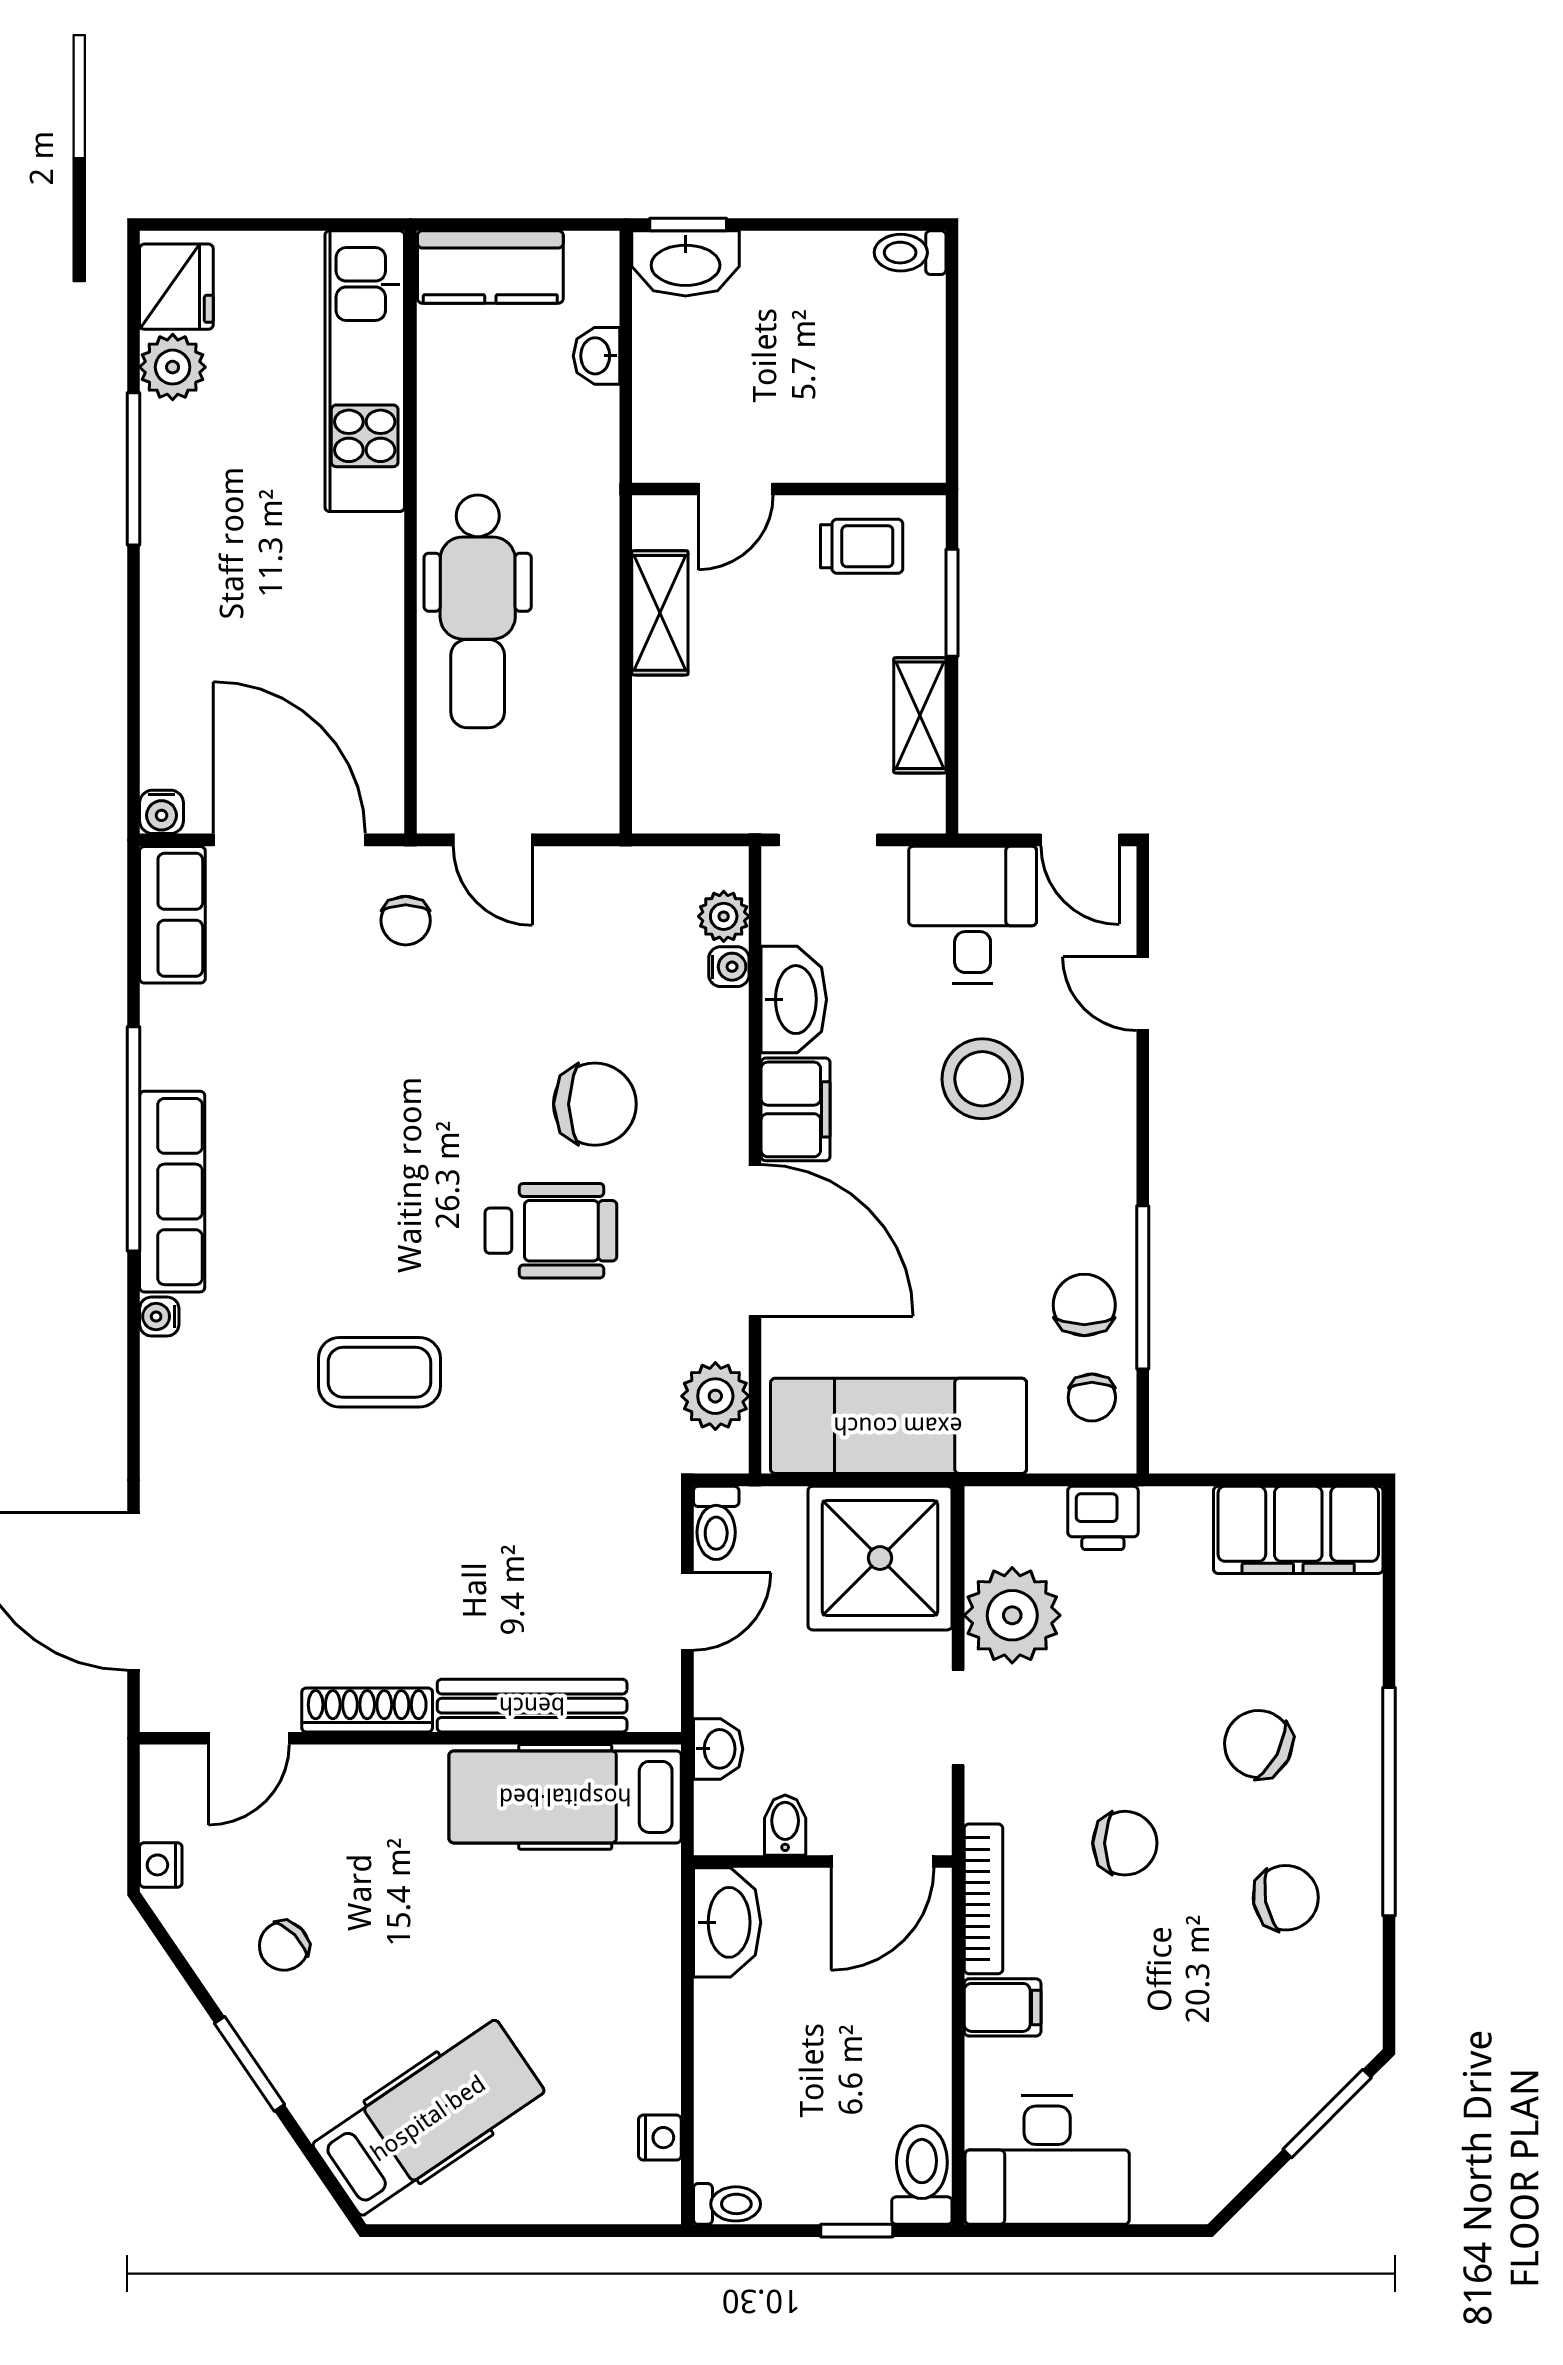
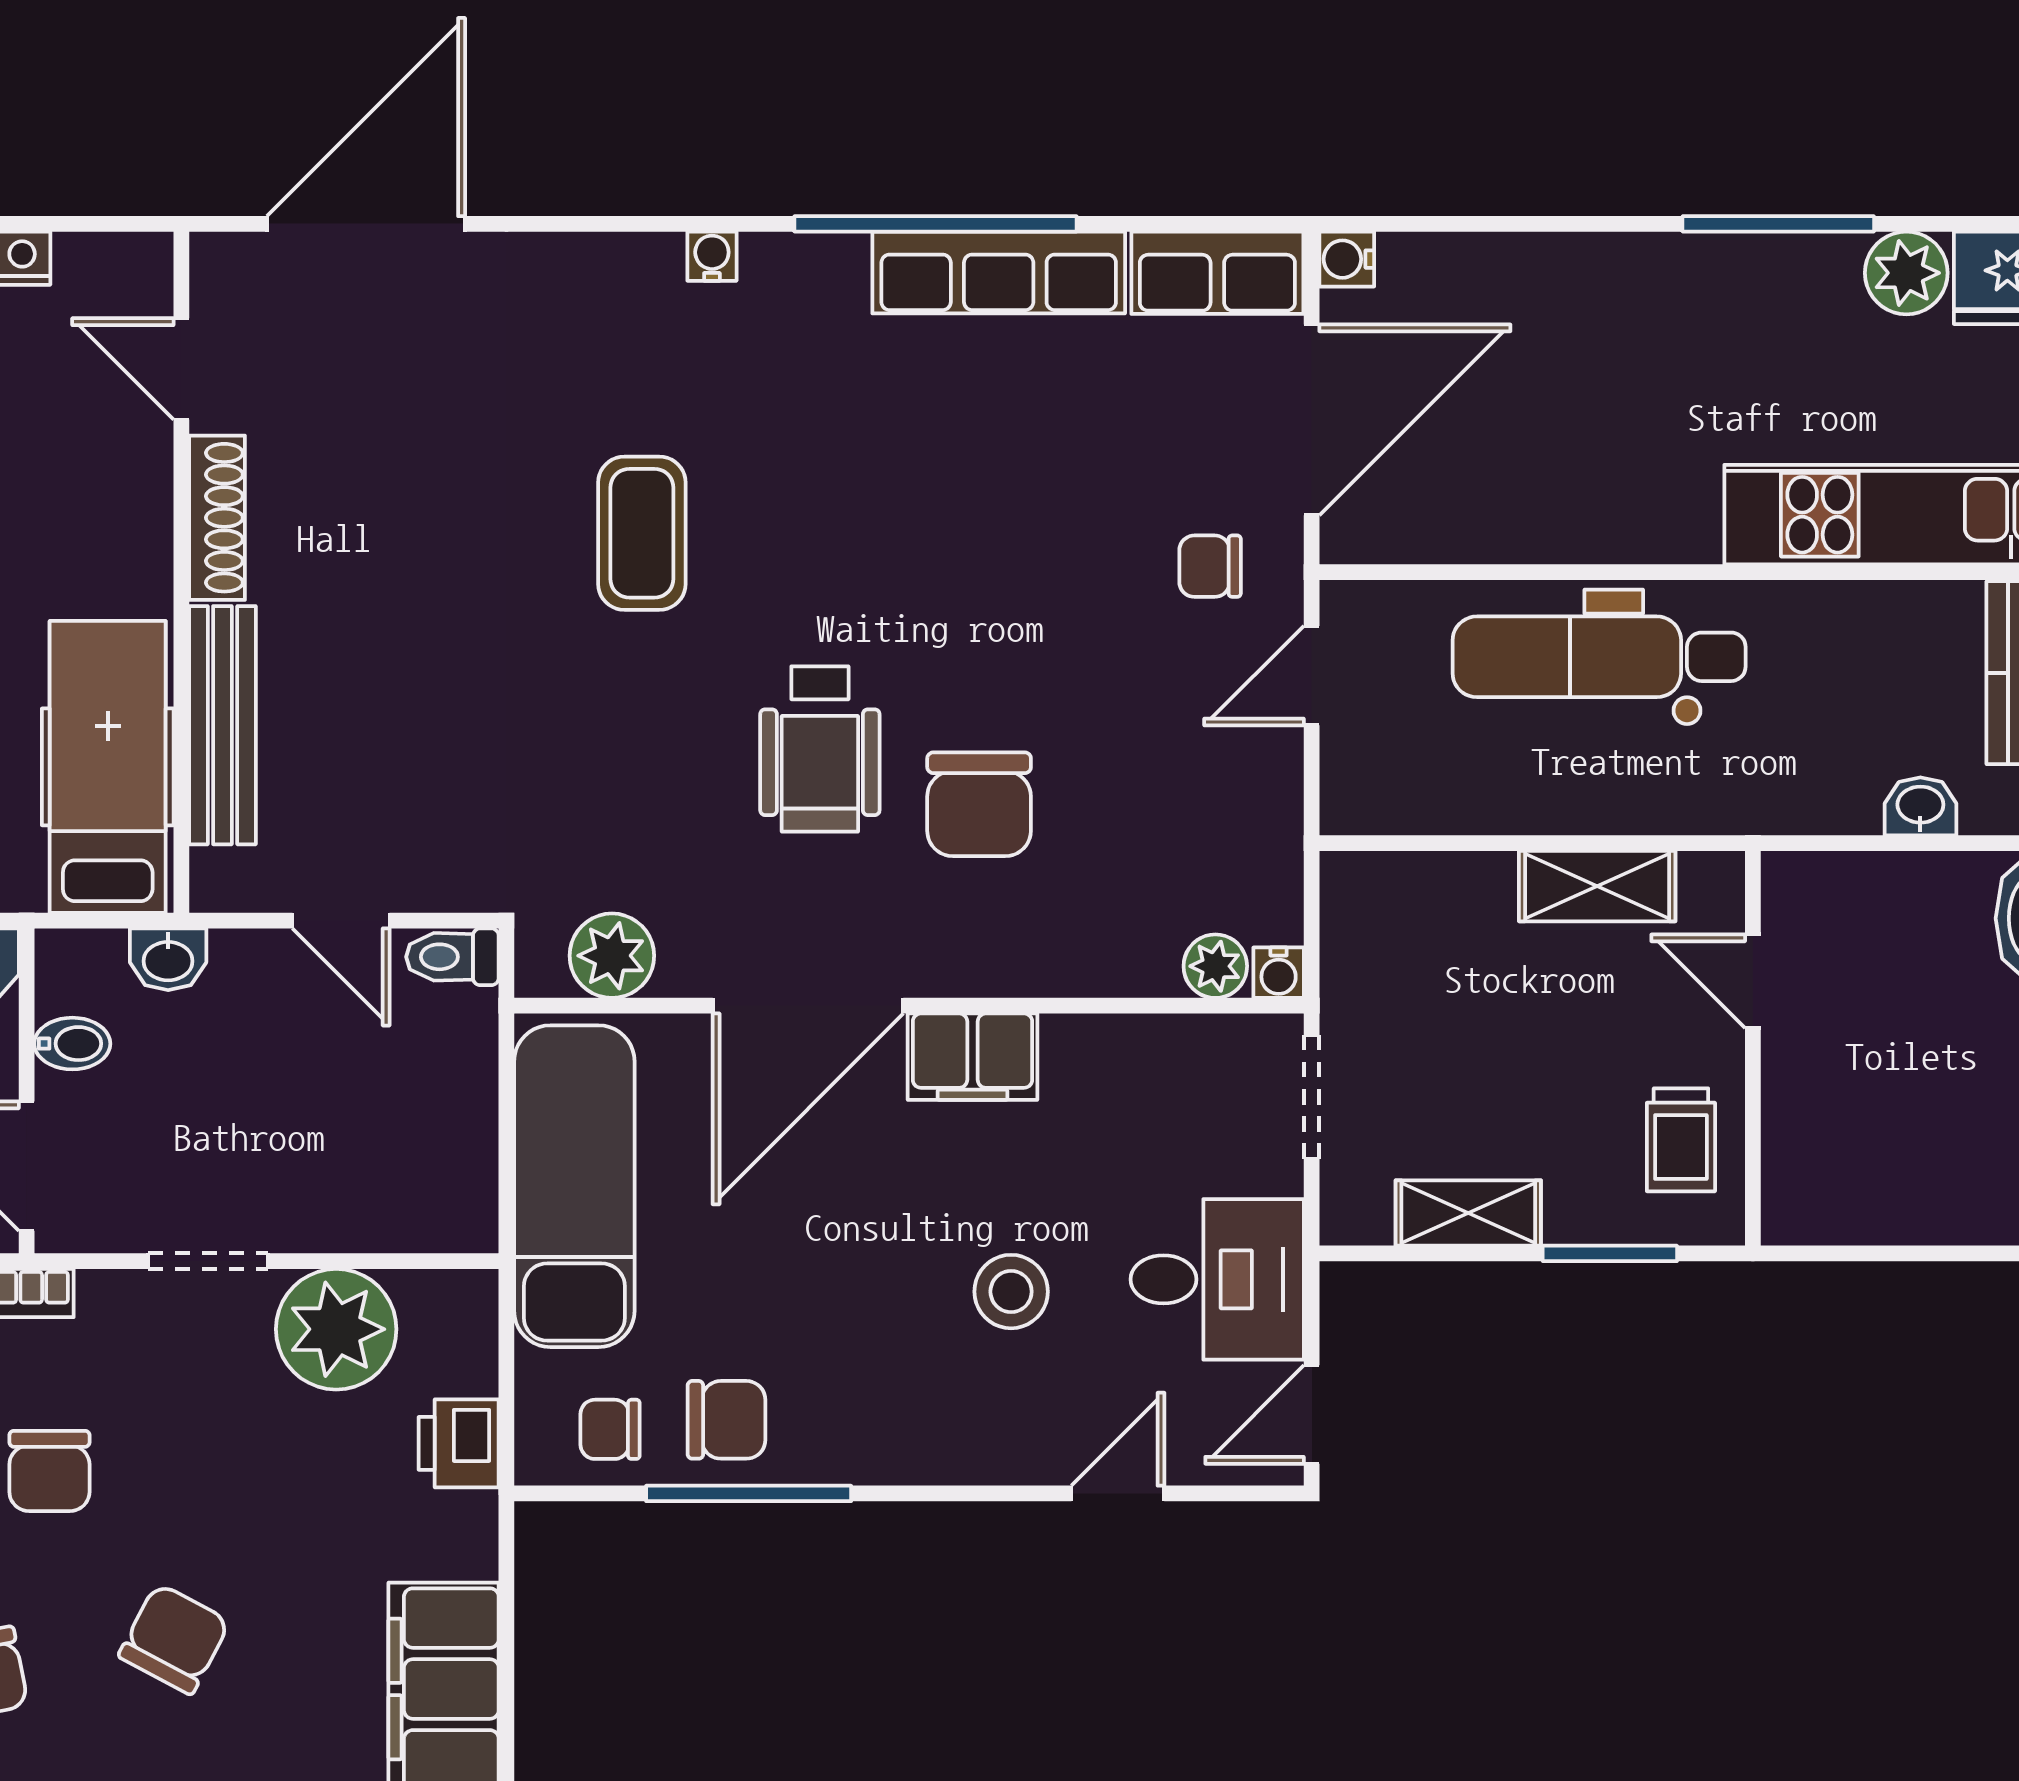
water cooler: (729, 967) -> (1279, 973), moved
washbasin: (794, 1000) -> (1111, 1055), removed
stool: (982, 1079) -> (1011, 1292), width x0.73, depth x0.73
row of seats: (172, 1192) -> (999, 273), moved
shower: (880, 1558) -> (408, 1163), removed

